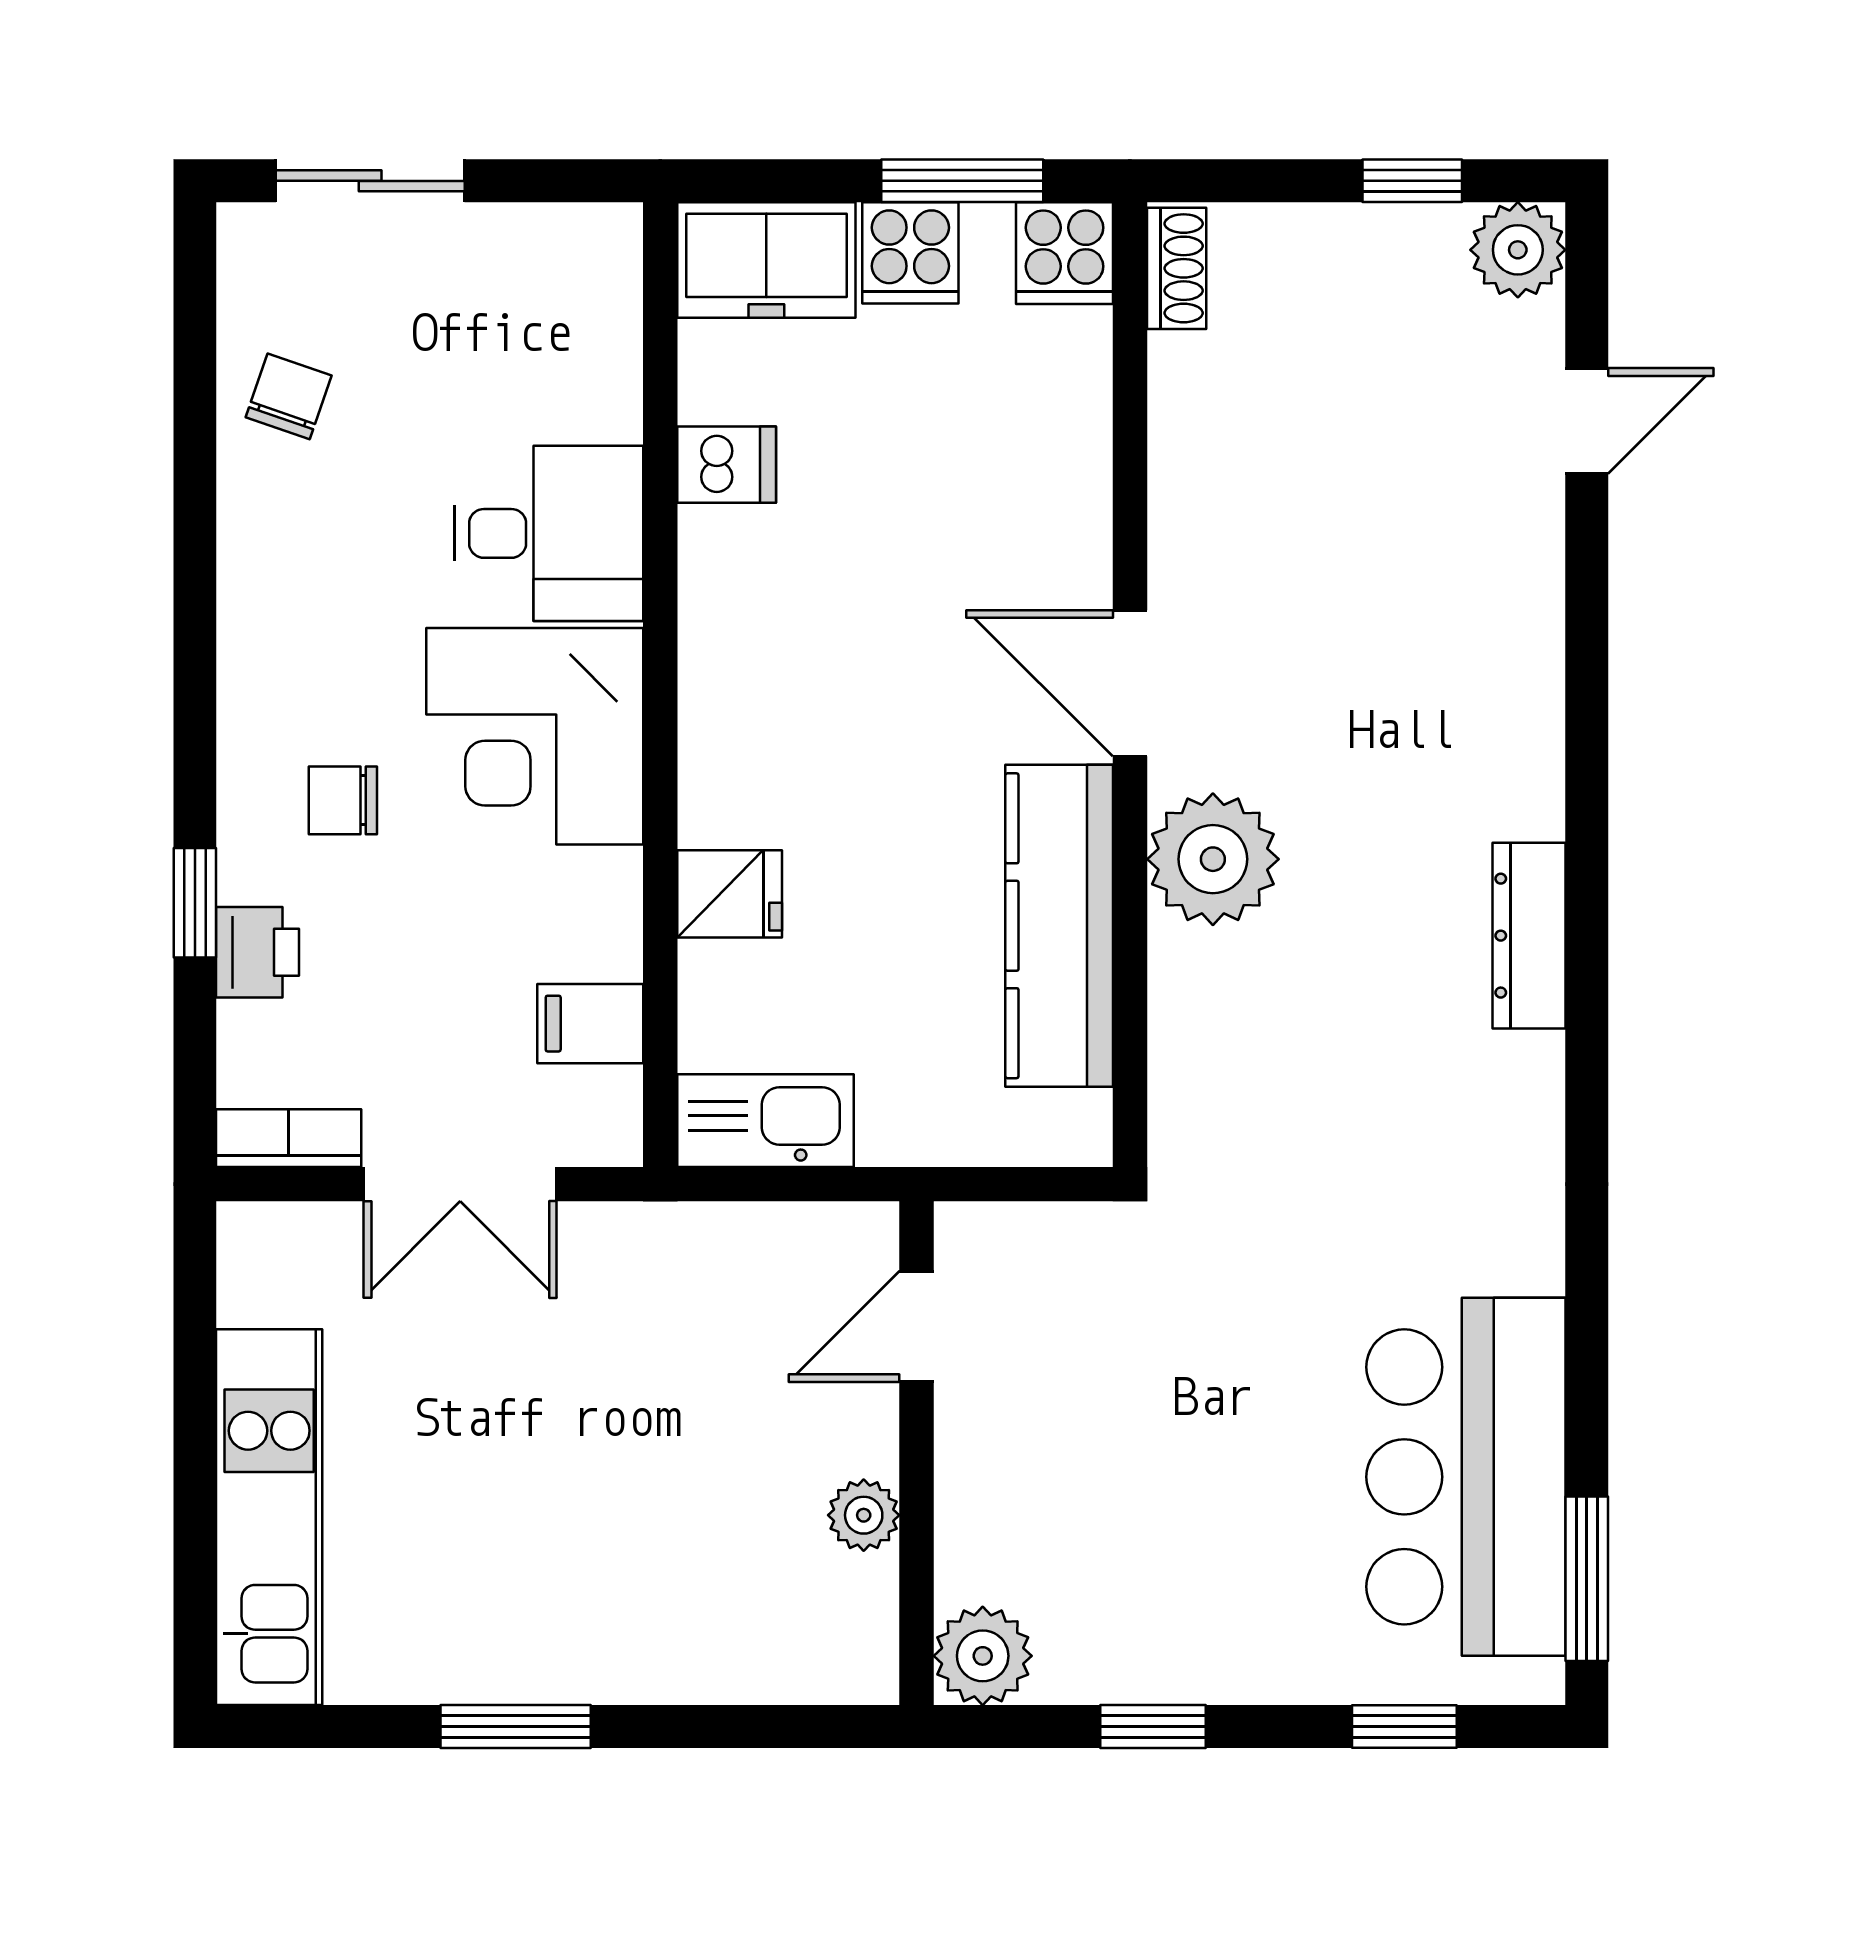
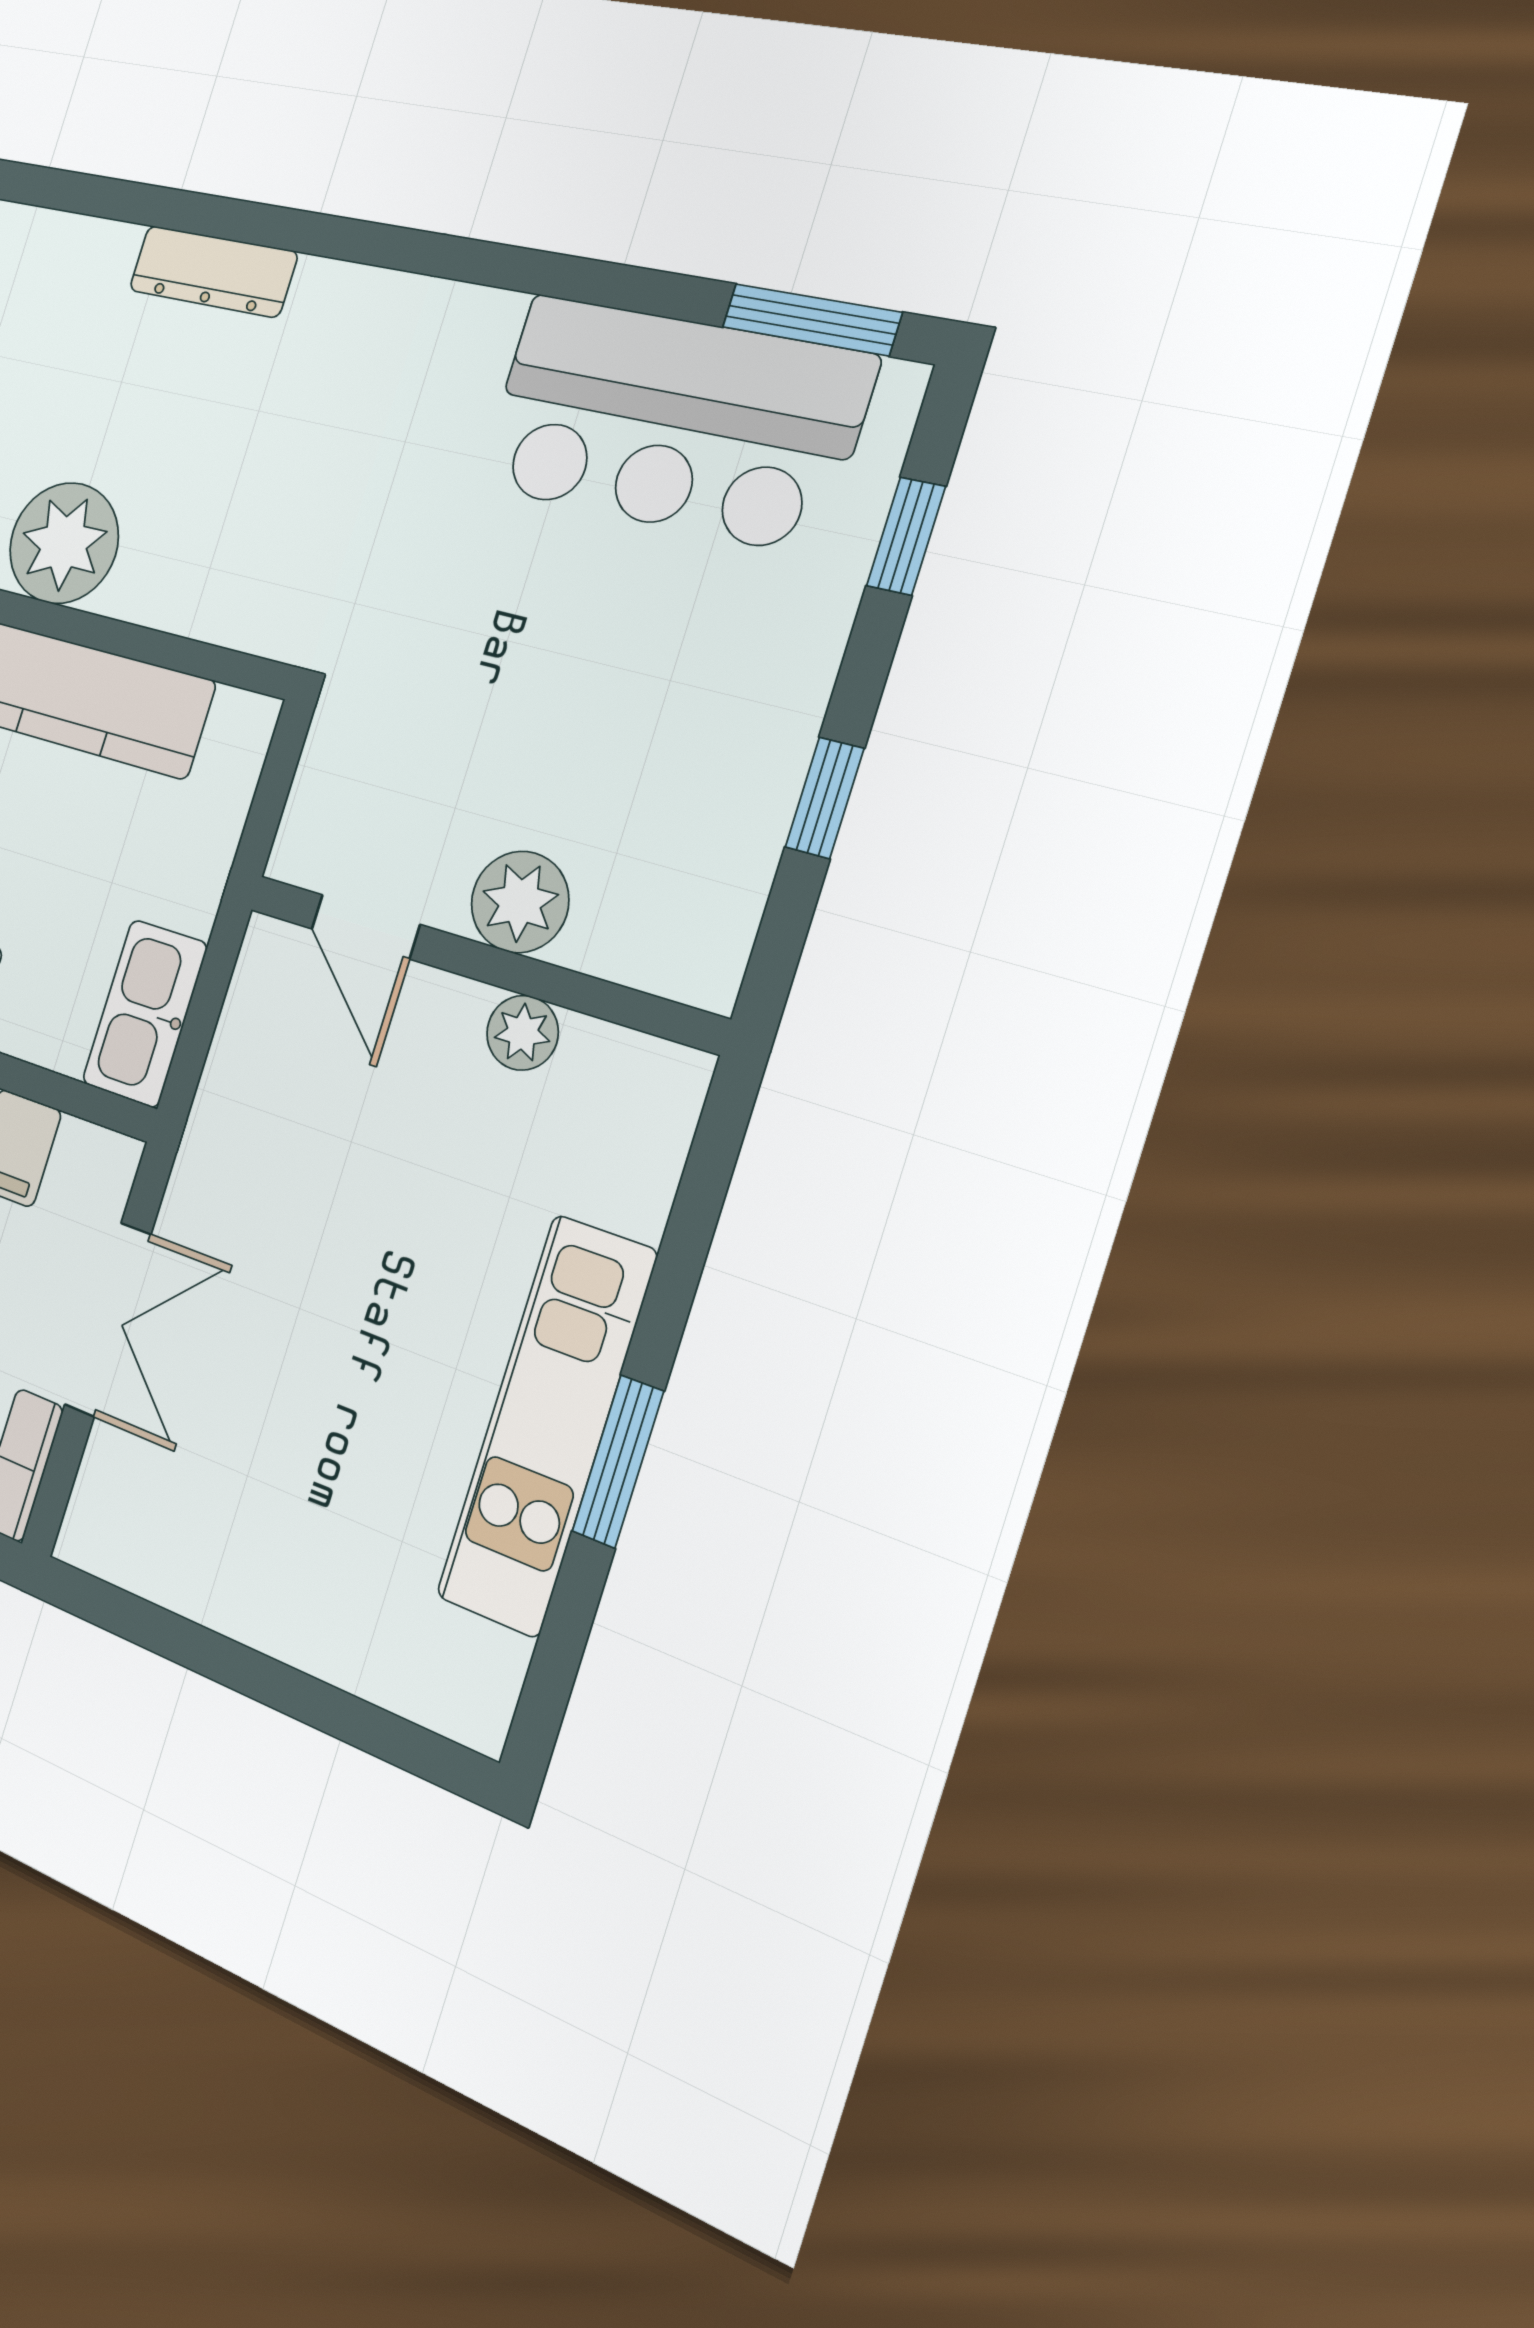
kitchen unit: (269, 1517) -> (547, 1425), moved, turned -90
plant: (983, 1656) -> (520, 902), moved

